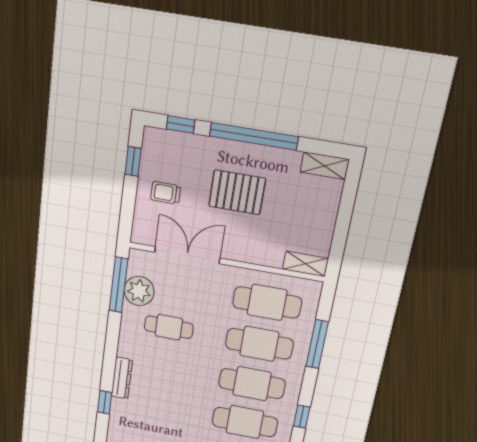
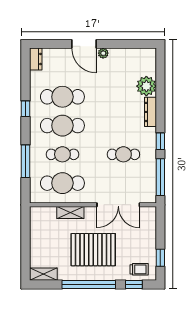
pallet: (237, 192) -> (93, 250), width x1.37, depth x1.41
trolley: (166, 193) -> (139, 269), moved
shelving: (305, 264) -> (70, 213), moved
plant: (139, 291) -> (146, 86), moved
cafe table: (259, 344) -> (62, 154), width x0.73, depth x0.74
window: (105, 402) -> (160, 141), moved

